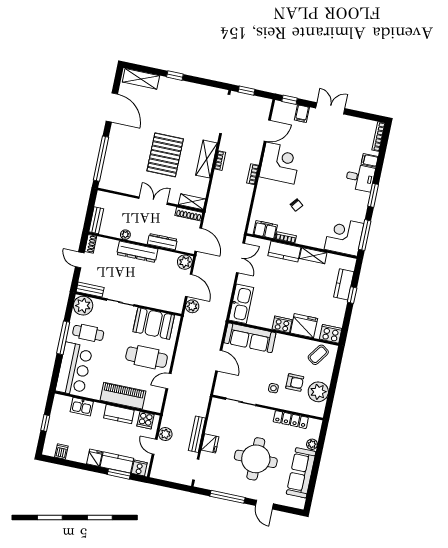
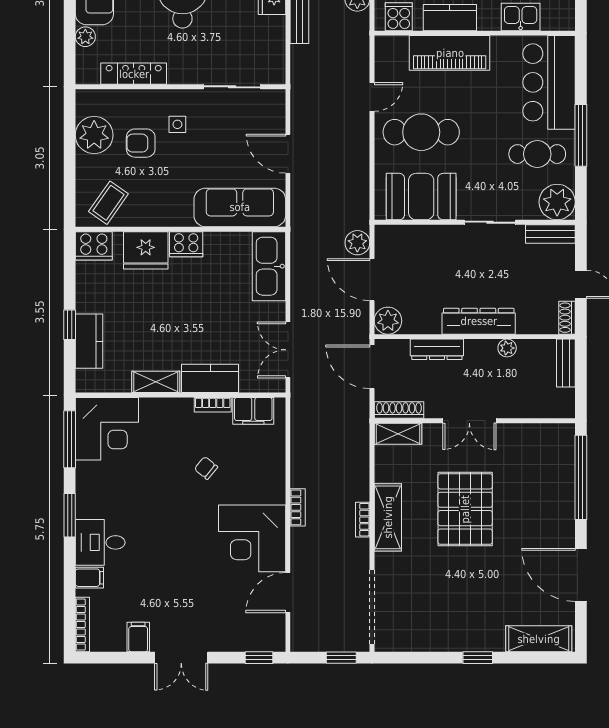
filing cabinet: (302, 114) -> (138, 637), moved

